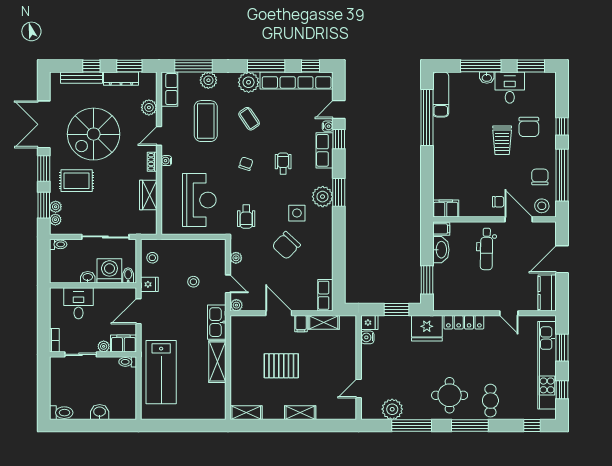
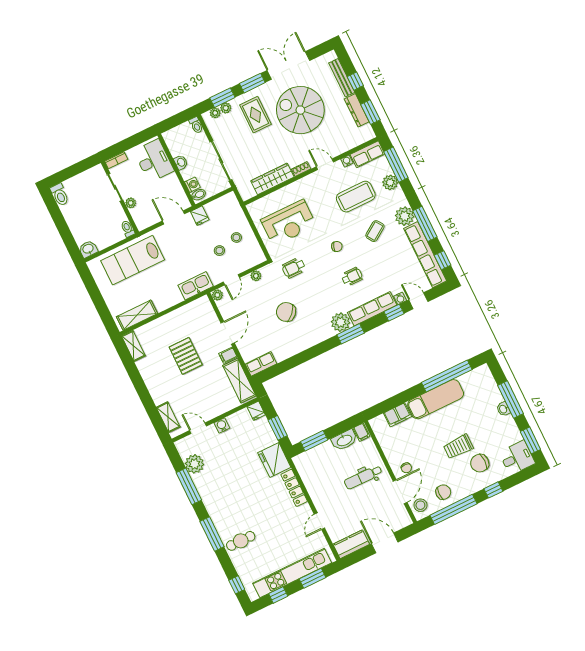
desk: (510, 88) -> (517, 458), moved
exam couch: (441, 94) -> (436, 399), moved, width x1.36, depth x1.45
plant: (149, 107) -> (344, 145), removed
row of seats: (324, 150) -> (372, 309), width x1.48
water cooler: (166, 161) -> (347, 161), moved
wardrobe: (148, 195) -> (272, 179), width x1.50
filing cabinet: (446, 208) -> (398, 415), moved, turned 90
side table: (297, 213) -> (317, 308), removed
stool: (152, 258) -> (236, 237), moved
washing machine: (109, 271) -> (192, 185), width x0.53, depth x0.53
desk: (79, 303) -> (154, 161), width x1.37
shelving: (324, 322) -> (239, 381), width x1.50, depth x1.33
water cooler: (367, 337) -> (222, 425), moved
filing cabinet: (123, 344) -> (141, 218), removed
shelving: (217, 362) -> (137, 315), moved
round table: (450, 395) -> (229, 505), removed
washbasin: (100, 412) -> (88, 249), moved, turned -90
shelving: (300, 413) -> (168, 417), moved

